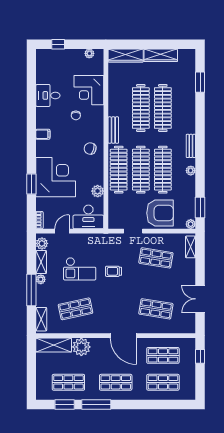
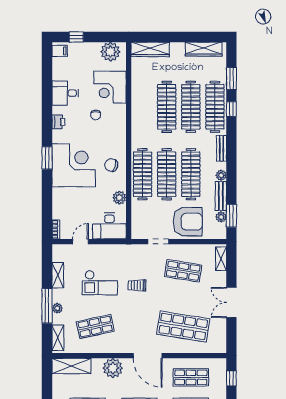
plant: (89, 53) -> (110, 52), width x1.88, depth x1.88
wardrobe: (161, 55) -> (204, 49), moved
clothes rail: (185, 108) -> (215, 107), added
window: (200, 110) -> (231, 109), added
printer: (42, 122) -> (58, 122), added
bench: (113, 130) -> (221, 196), moved
filing cabinet: (43, 134) -> (60, 51), moved
chair: (90, 149) -> (111, 165), moved
corner desk: (56, 177) -> (74, 165), moved
window: (31, 184) -> (47, 158), moved
plant: (191, 224) -> (221, 217), moved
plant: (42, 243) -> (58, 255), removed
plant: (41, 279) -> (57, 308), moved
double door: (200, 299) -> (231, 302), moved
shop shelf: (156, 309) -> (183, 326), width x1.43, depth x1.36
plant: (81, 347) -> (113, 368), moved

